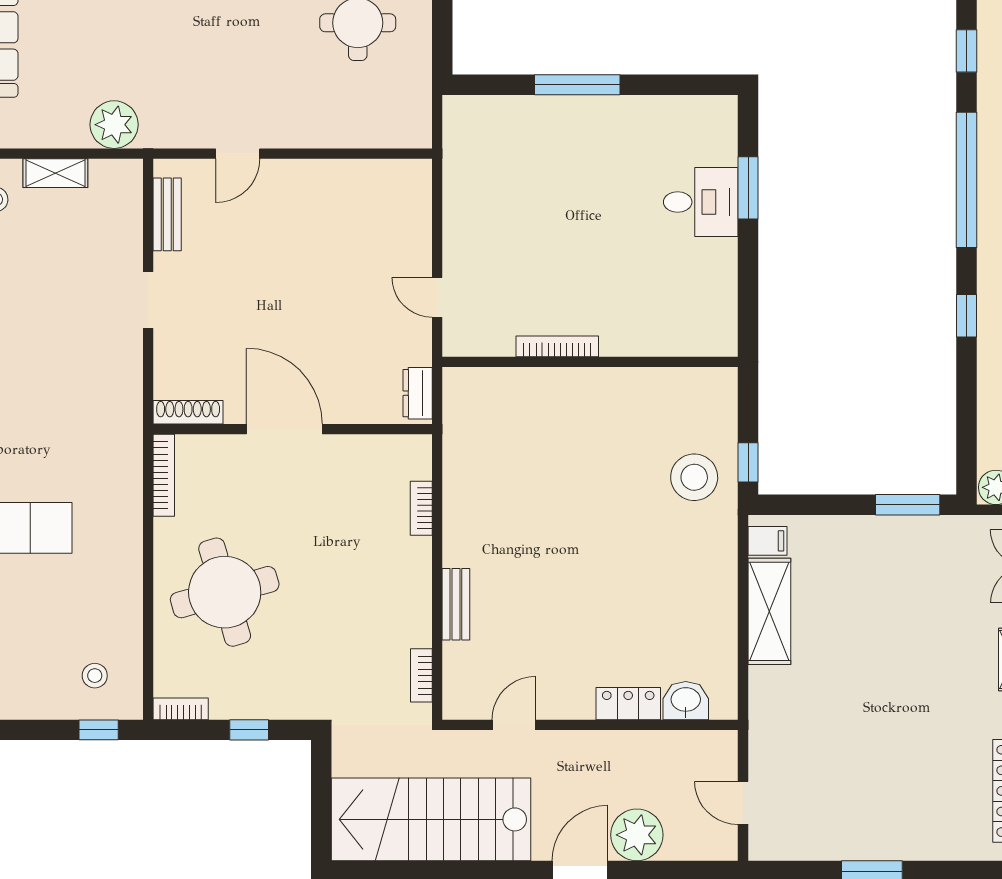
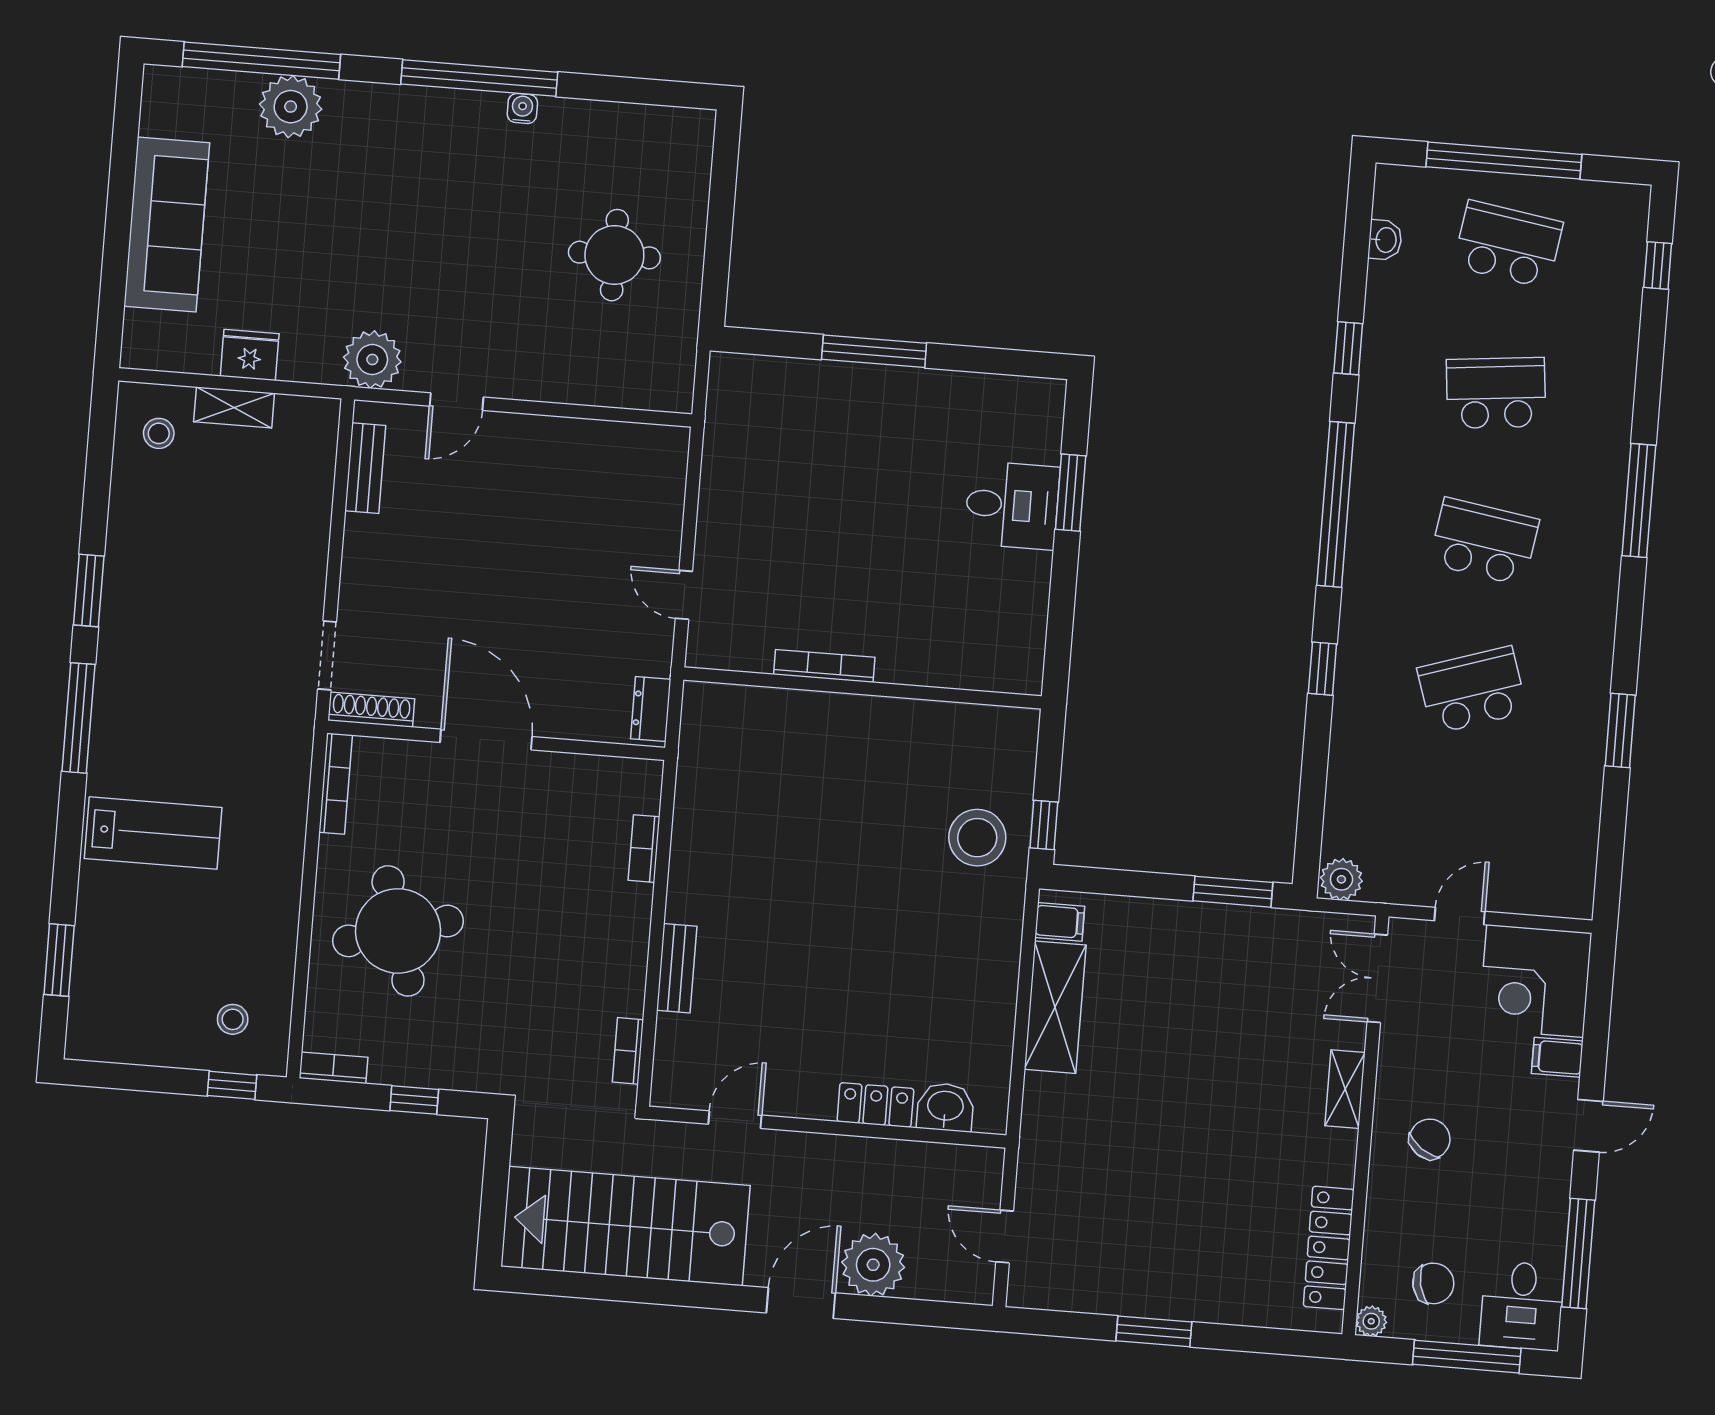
plant: (114, 125) -> (372, 360), moved
fridge: (65, 129) -> (250, 355), added
doorway: (148, 300) -> (327, 655), moved

